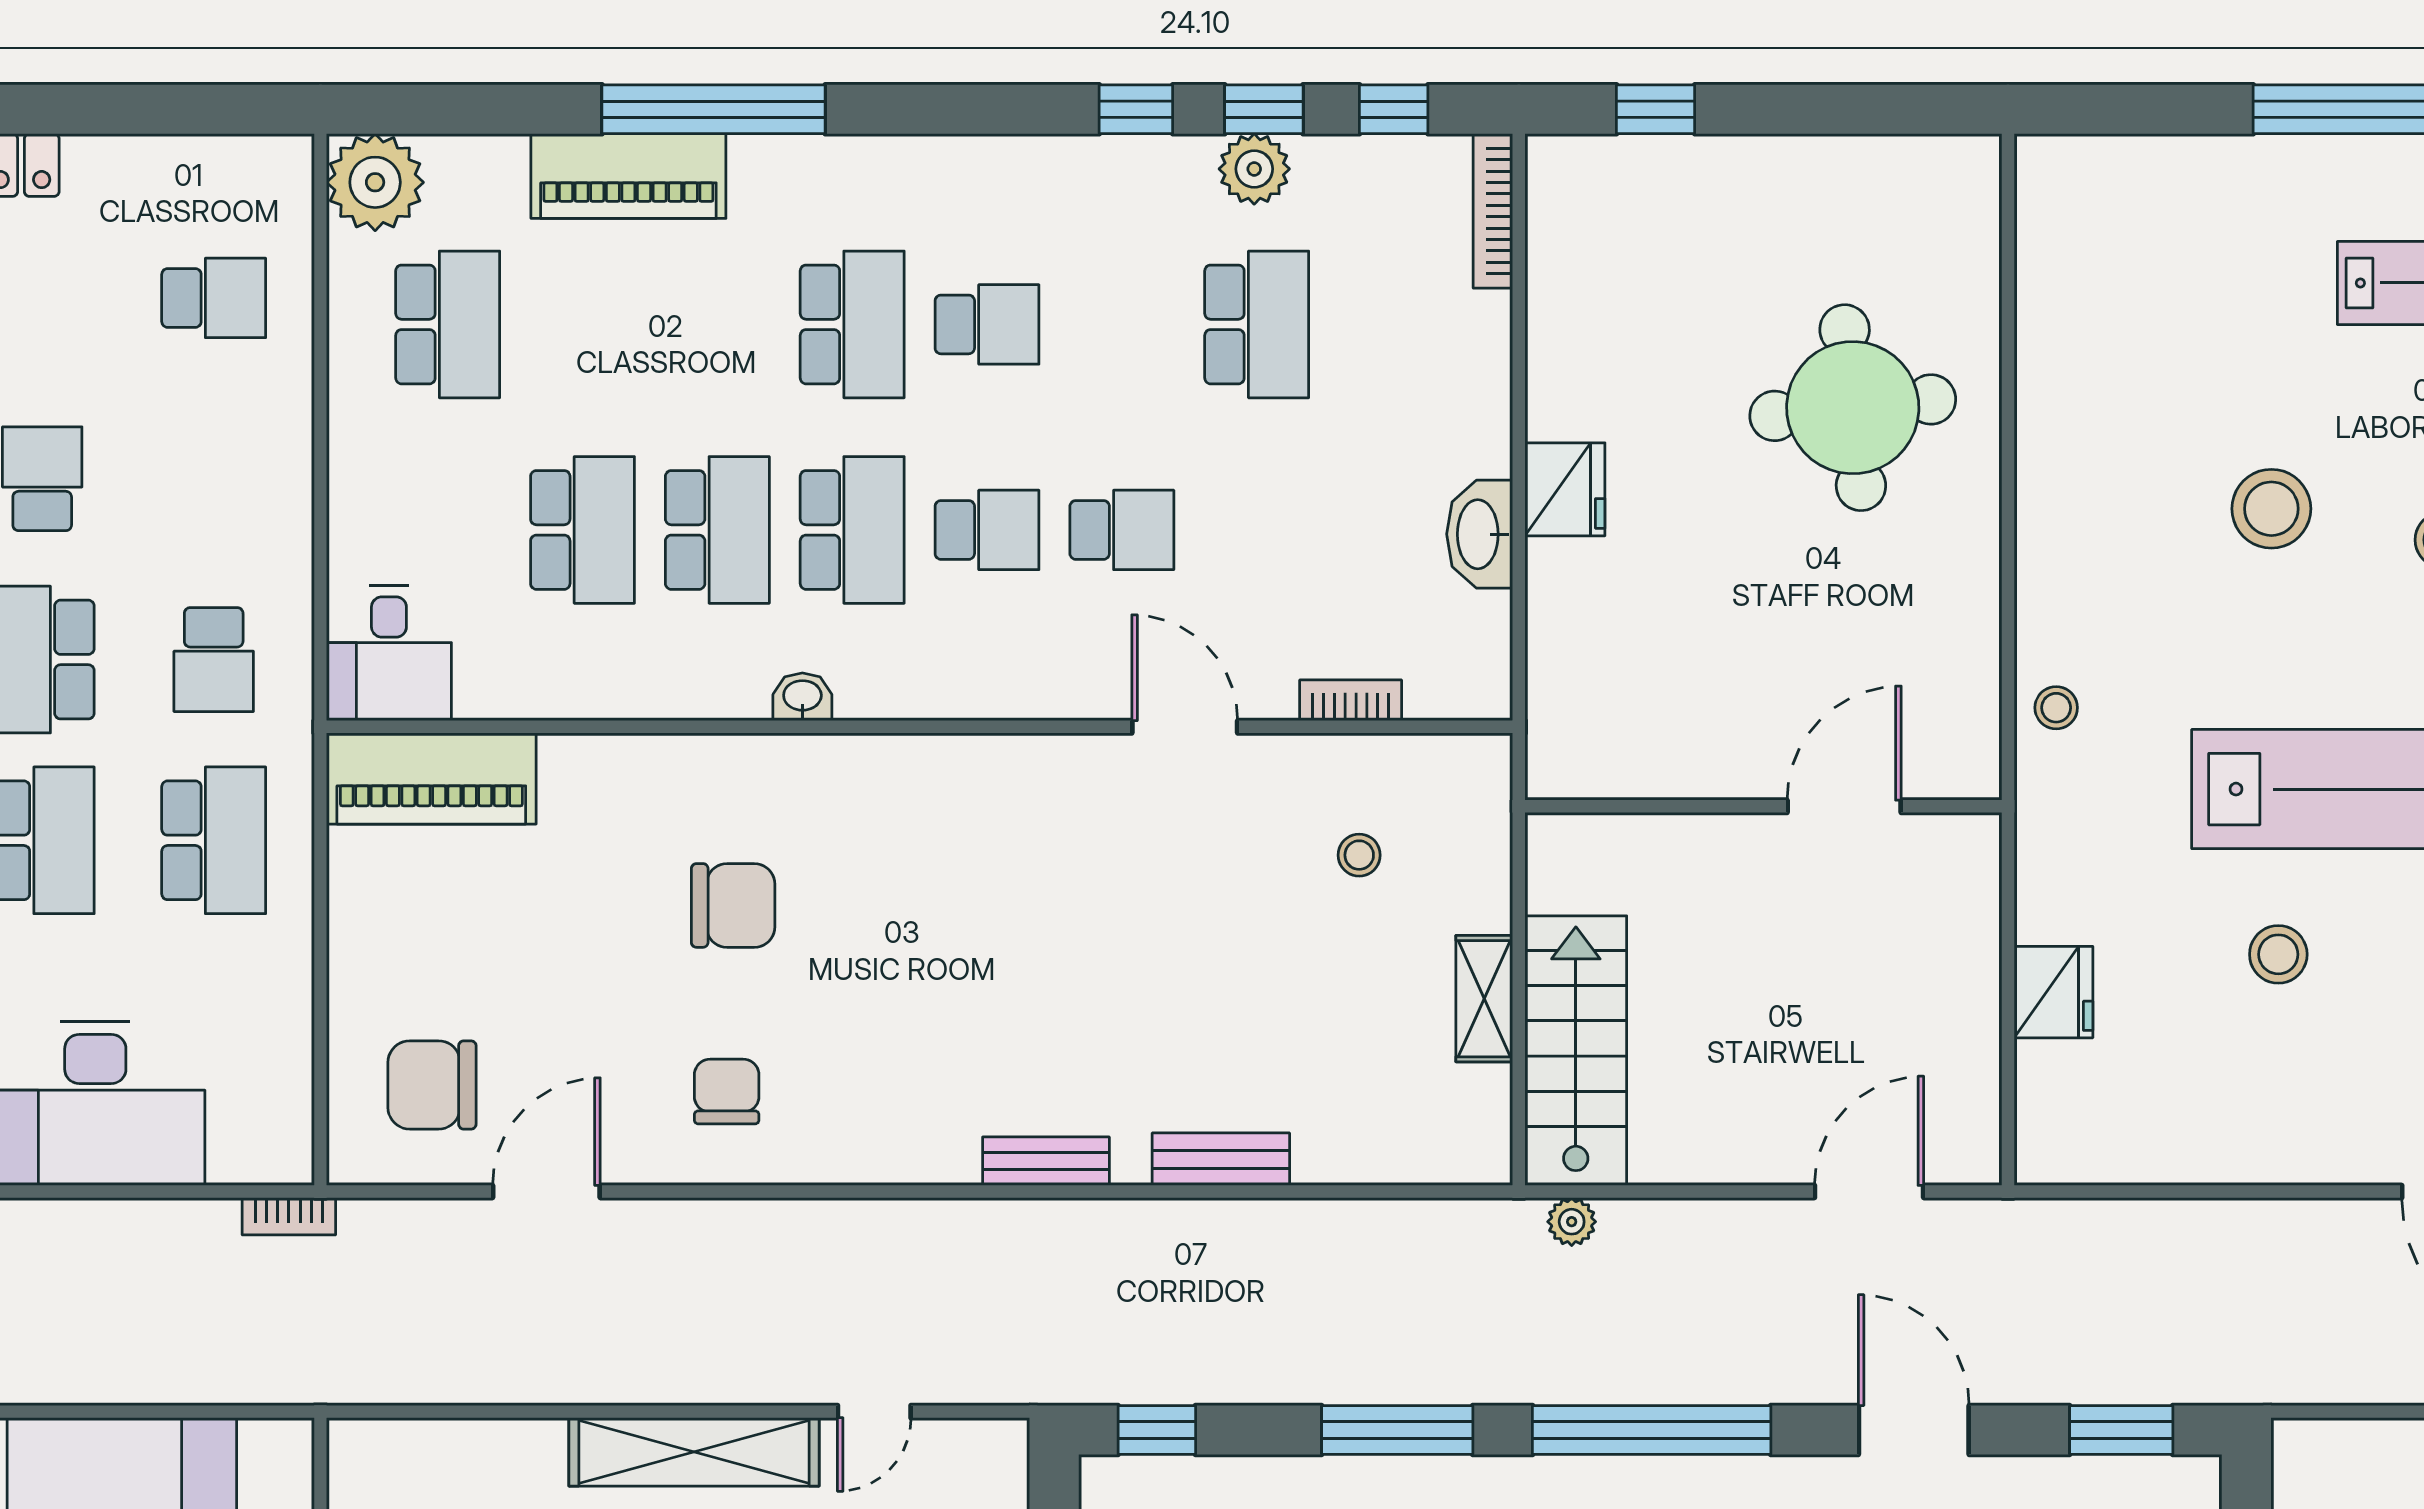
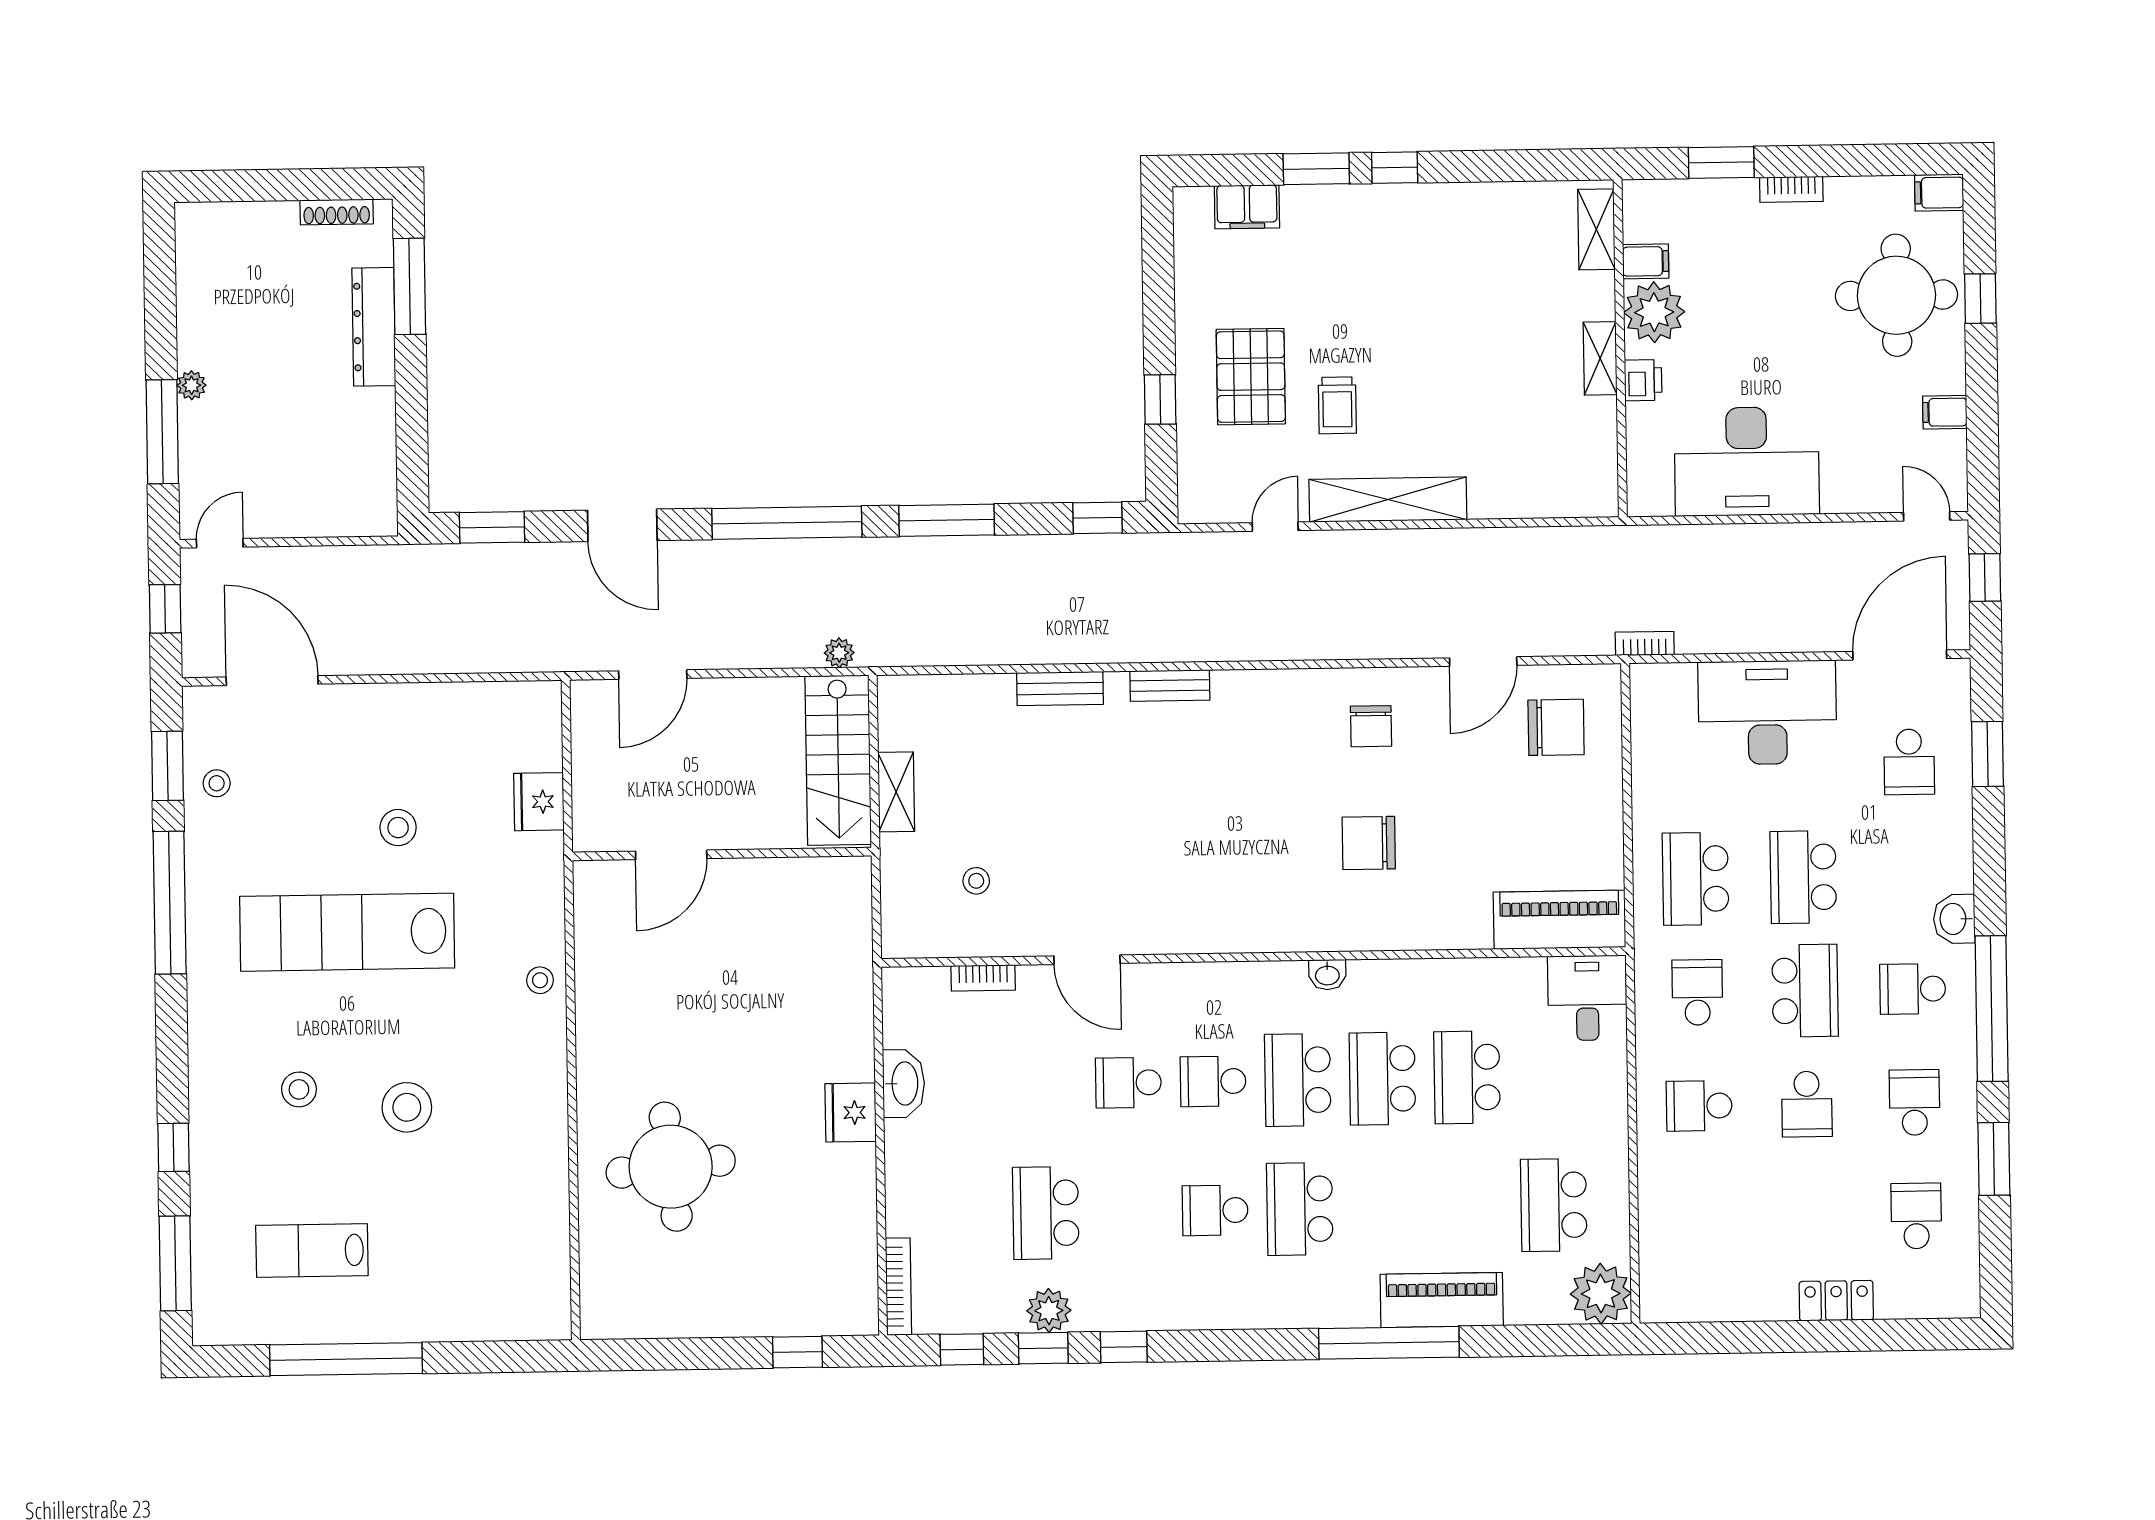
school desk: (214, 298) -> (1699, 1106), moved
wall: (1763, 806) -> (722, 854), moved
door: (1844, 806) -> (671, 855), moved

